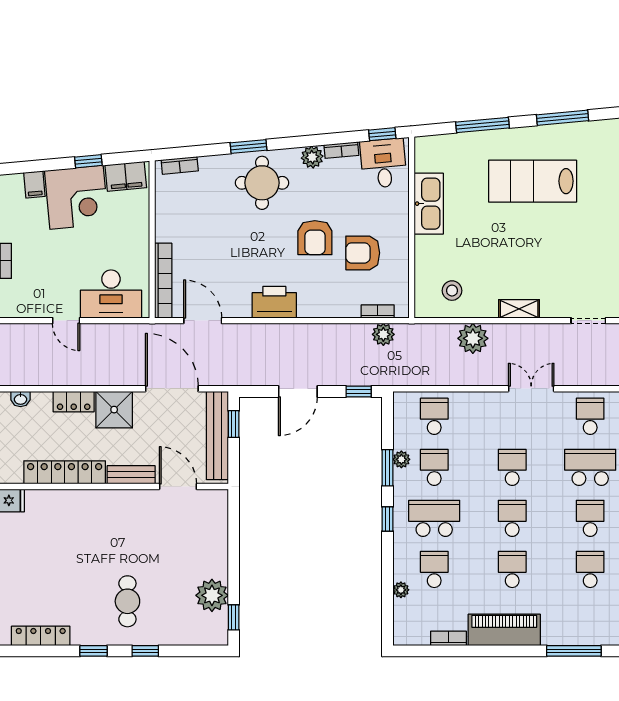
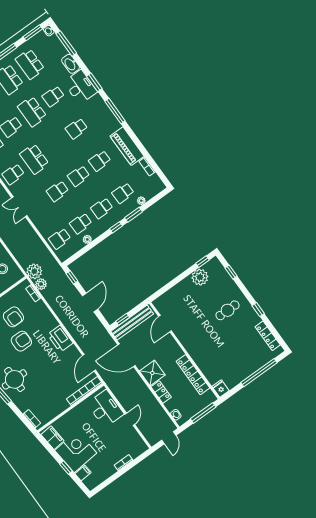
window: (88, 161) -> (66, 467), moved
plant: (473, 338) -> (34, 271), moved
door: (172, 389) -> (126, 355), hinge flipped
door: (298, 391) -> (90, 302), hinge flipped
window: (388, 468) -> (133, 215), moved
bench: (131, 475) -> (174, 346), removed
school desk: (434, 518) -> (102, 208), width x0.54
school desk: (590, 518) -> (55, 144), removed
window: (145, 651) -> (231, 272), moved

